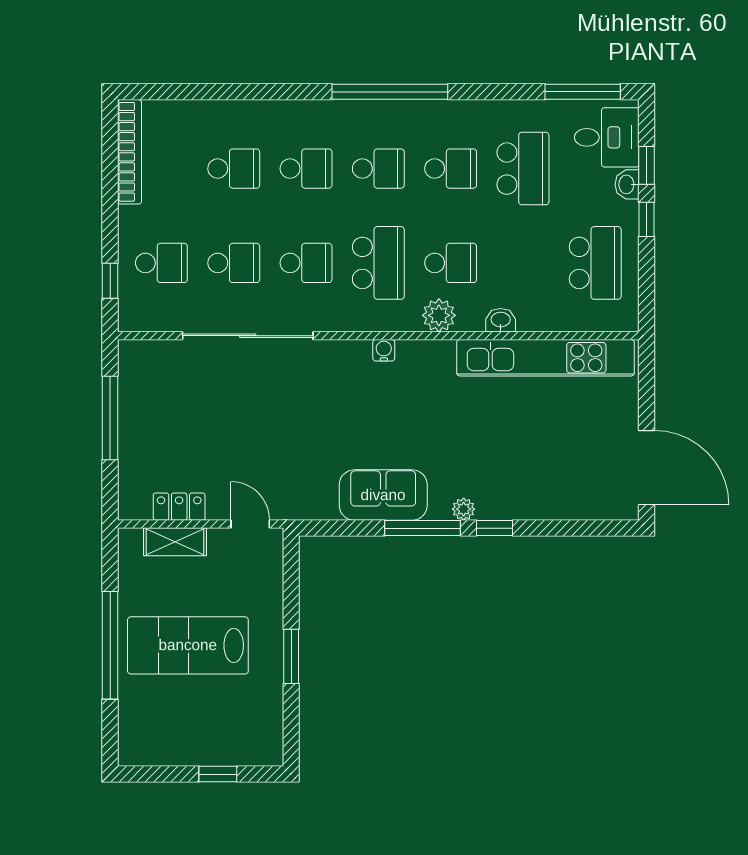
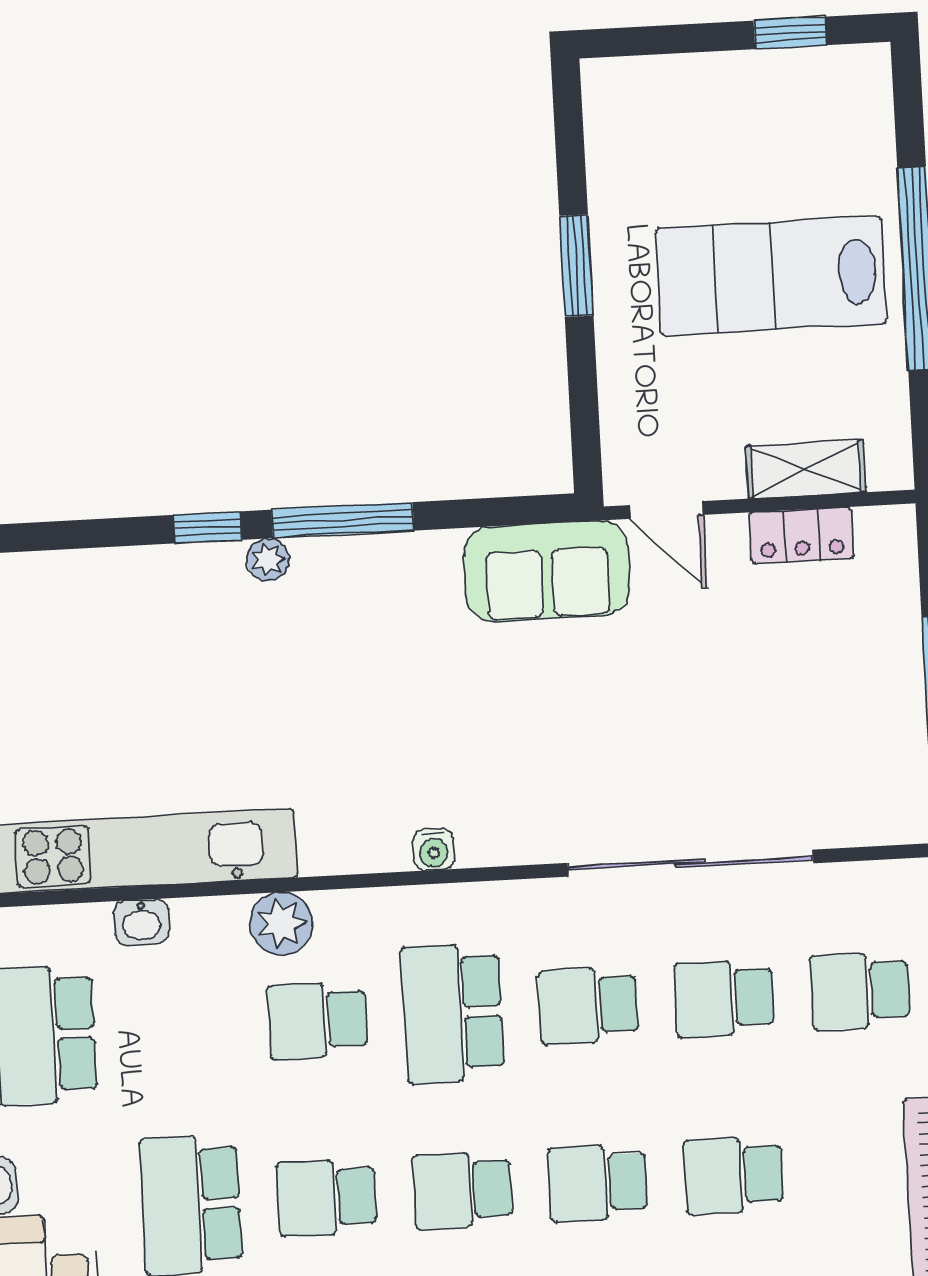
plant: (439, 315) -> (281, 923), moved
washbasin: (501, 320) -> (141, 922), moved
sofa: (383, 495) -> (547, 571), moved
lab bench: (188, 645) -> (771, 276), turned 180
window: (218, 774) -> (790, 33), moved

